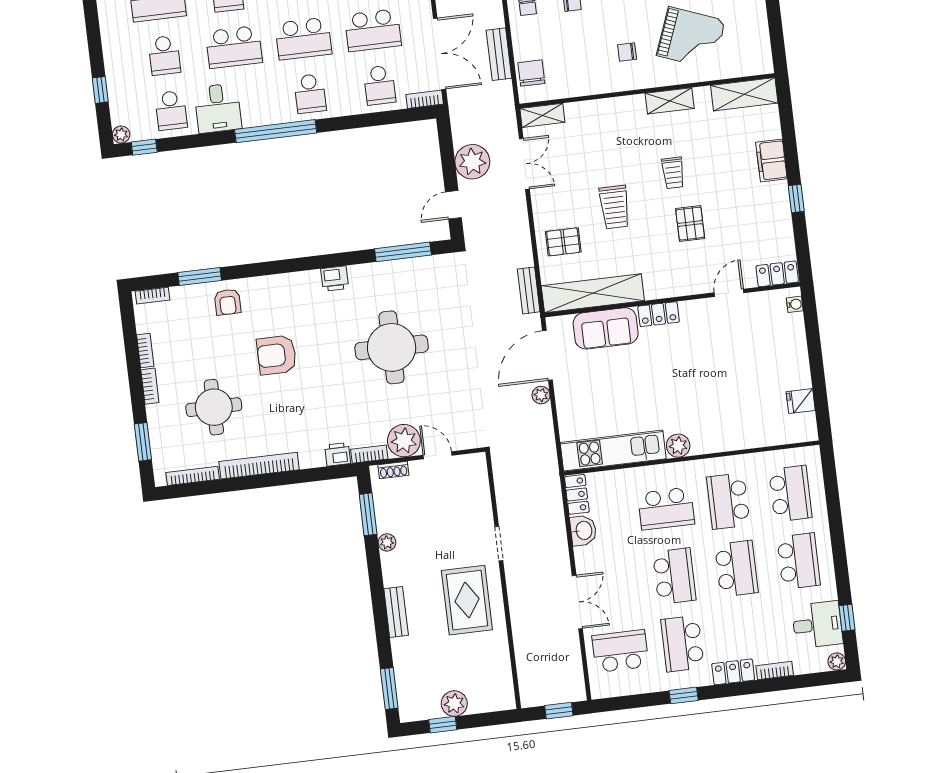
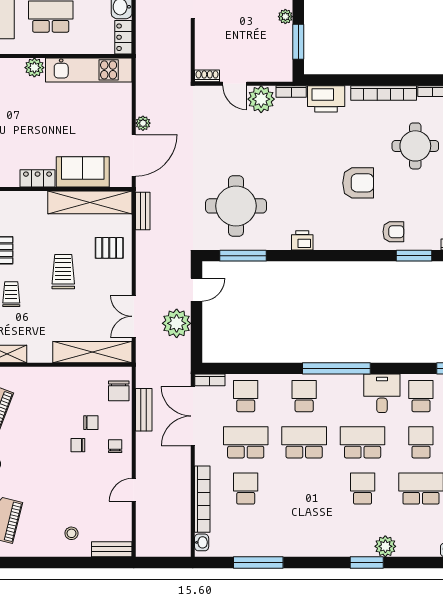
chair: (627, 52) -> (91, 423), moved
shelving: (542, 115) -> (92, 352), width x2.20, depth x1.33
armchair: (228, 302) -> (393, 232), turned 90
round table: (392, 347) -> (236, 206), moved
printer: (338, 454) -> (326, 99), width x1.87, depth x1.48
shoe rack: (393, 470) -> (207, 76), moved

